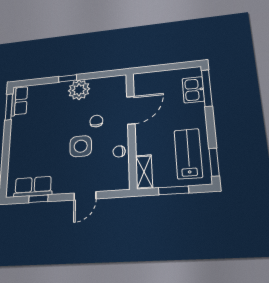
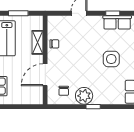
chair: (96, 121) -> (64, 91), moved
side table: (81, 146) -> (111, 59), moved
shelving: (144, 172) -> (37, 42), moved

